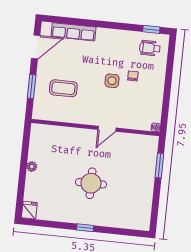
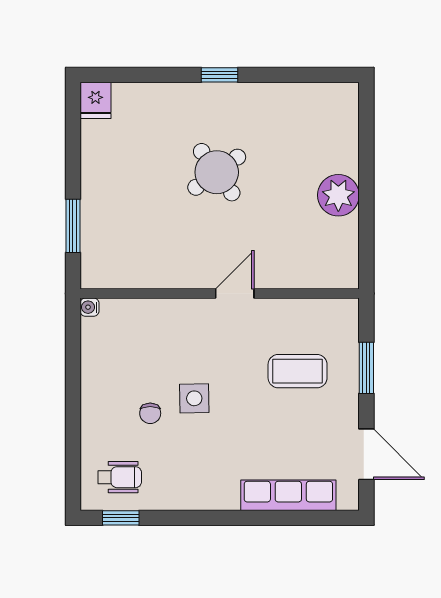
door: (36, 47) -> (366, 454), swing flipped
door: (107, 129) -> (235, 293), moved
plant: (32, 166) -> (338, 195), width x1.88, depth x1.88
round table: (91, 183) -> (217, 172), turned -36
fridge: (29, 210) -> (95, 100), moved

